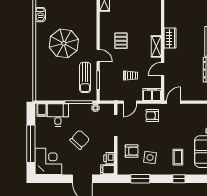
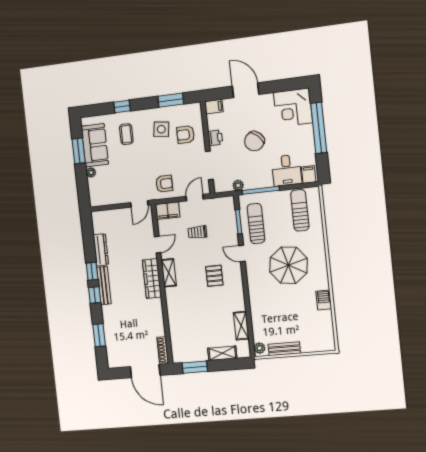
wardrobe: (170, 38) -> (152, 279), width x1.50
sun lounger: (51, 84) -> (300, 210), added
printer: (109, 158) -> (215, 138), moved

